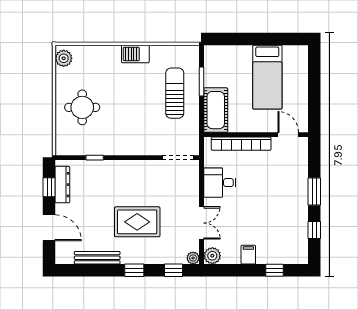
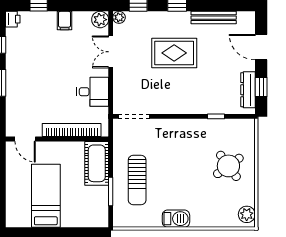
round table: (82, 107) -> (228, 166), turned -36
printer: (301, 256) -> (13, 19), added

